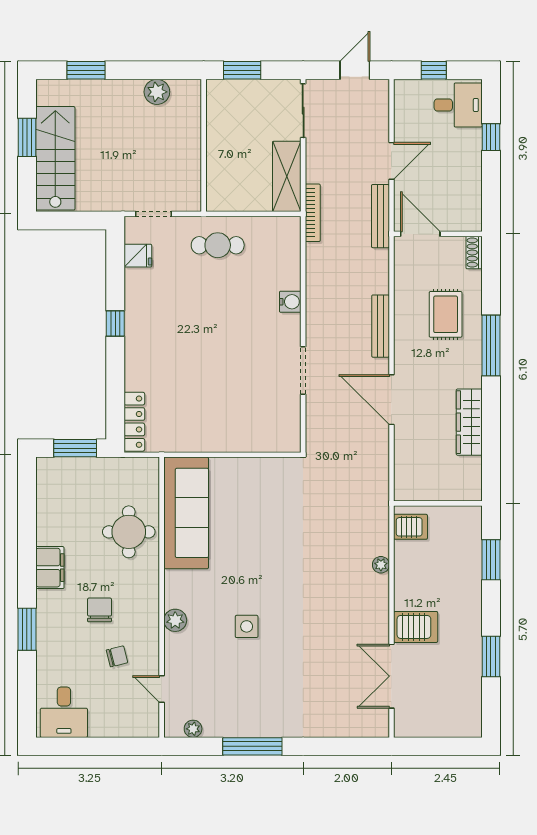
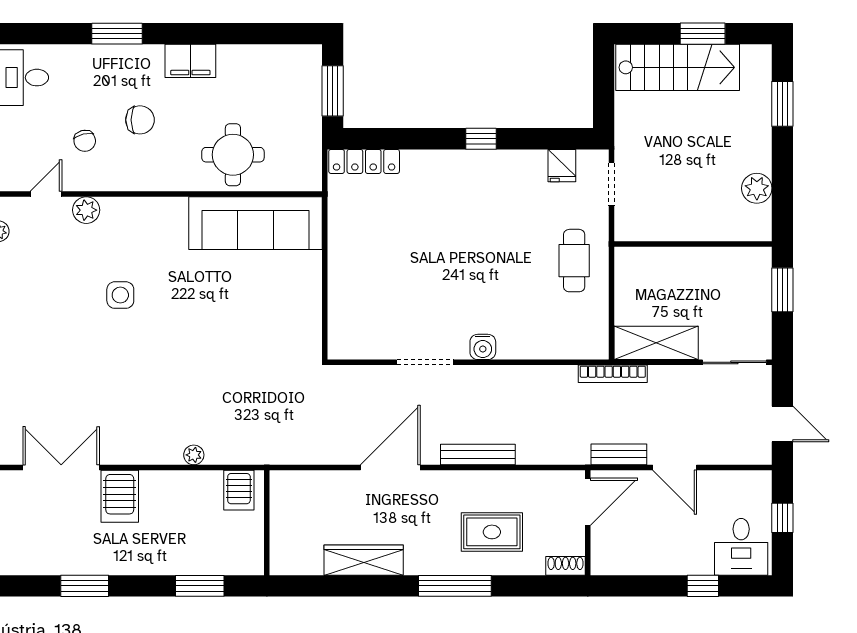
bench: (380, 216) -> (619, 454), width x0.73
water cooler: (290, 302) -> (483, 347), moved
plant: (175, 620) -> (86, 210), moved

